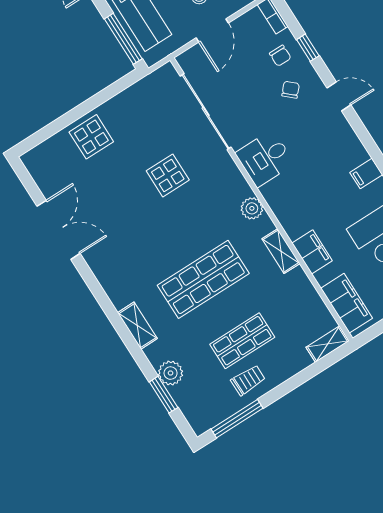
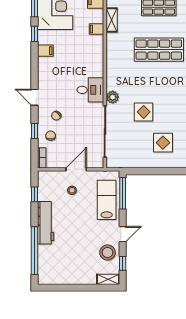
display table: (91, 137) -> (163, 143), moved
plant: (252, 208) -> (113, 97), moved
shelving: (281, 251) -> (112, 20), moved
filing cabinet: (312, 252) -> (96, 29), width x0.50

